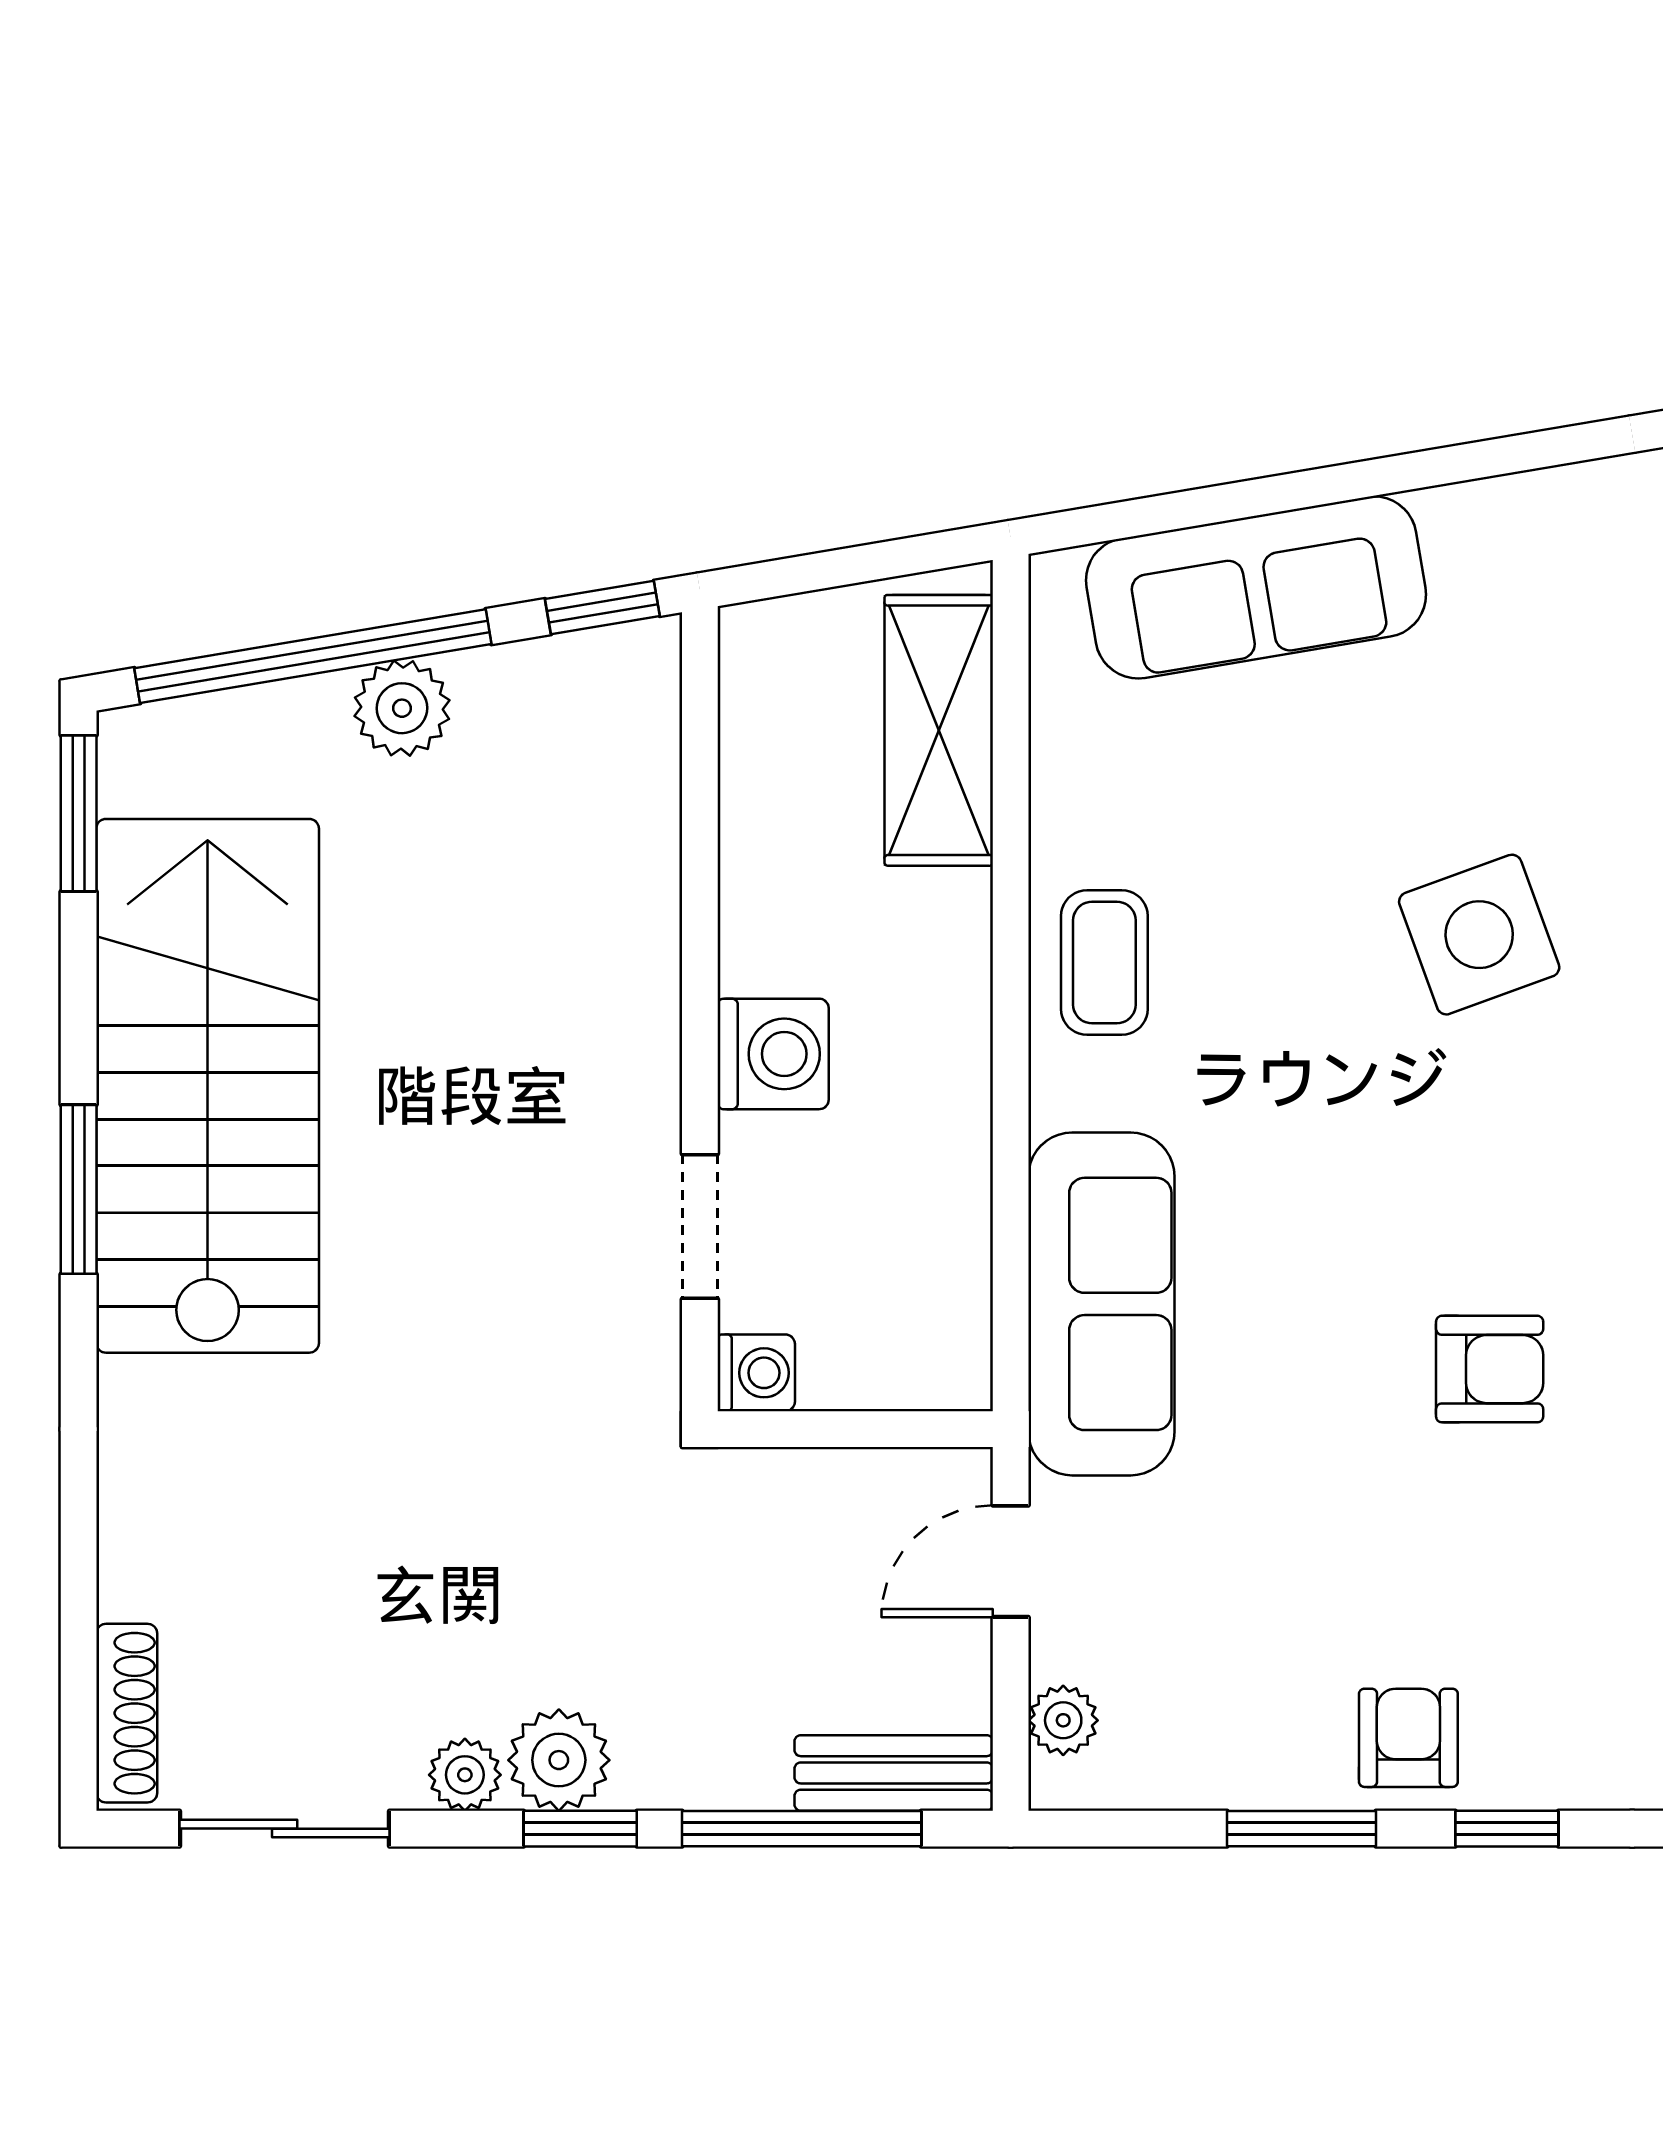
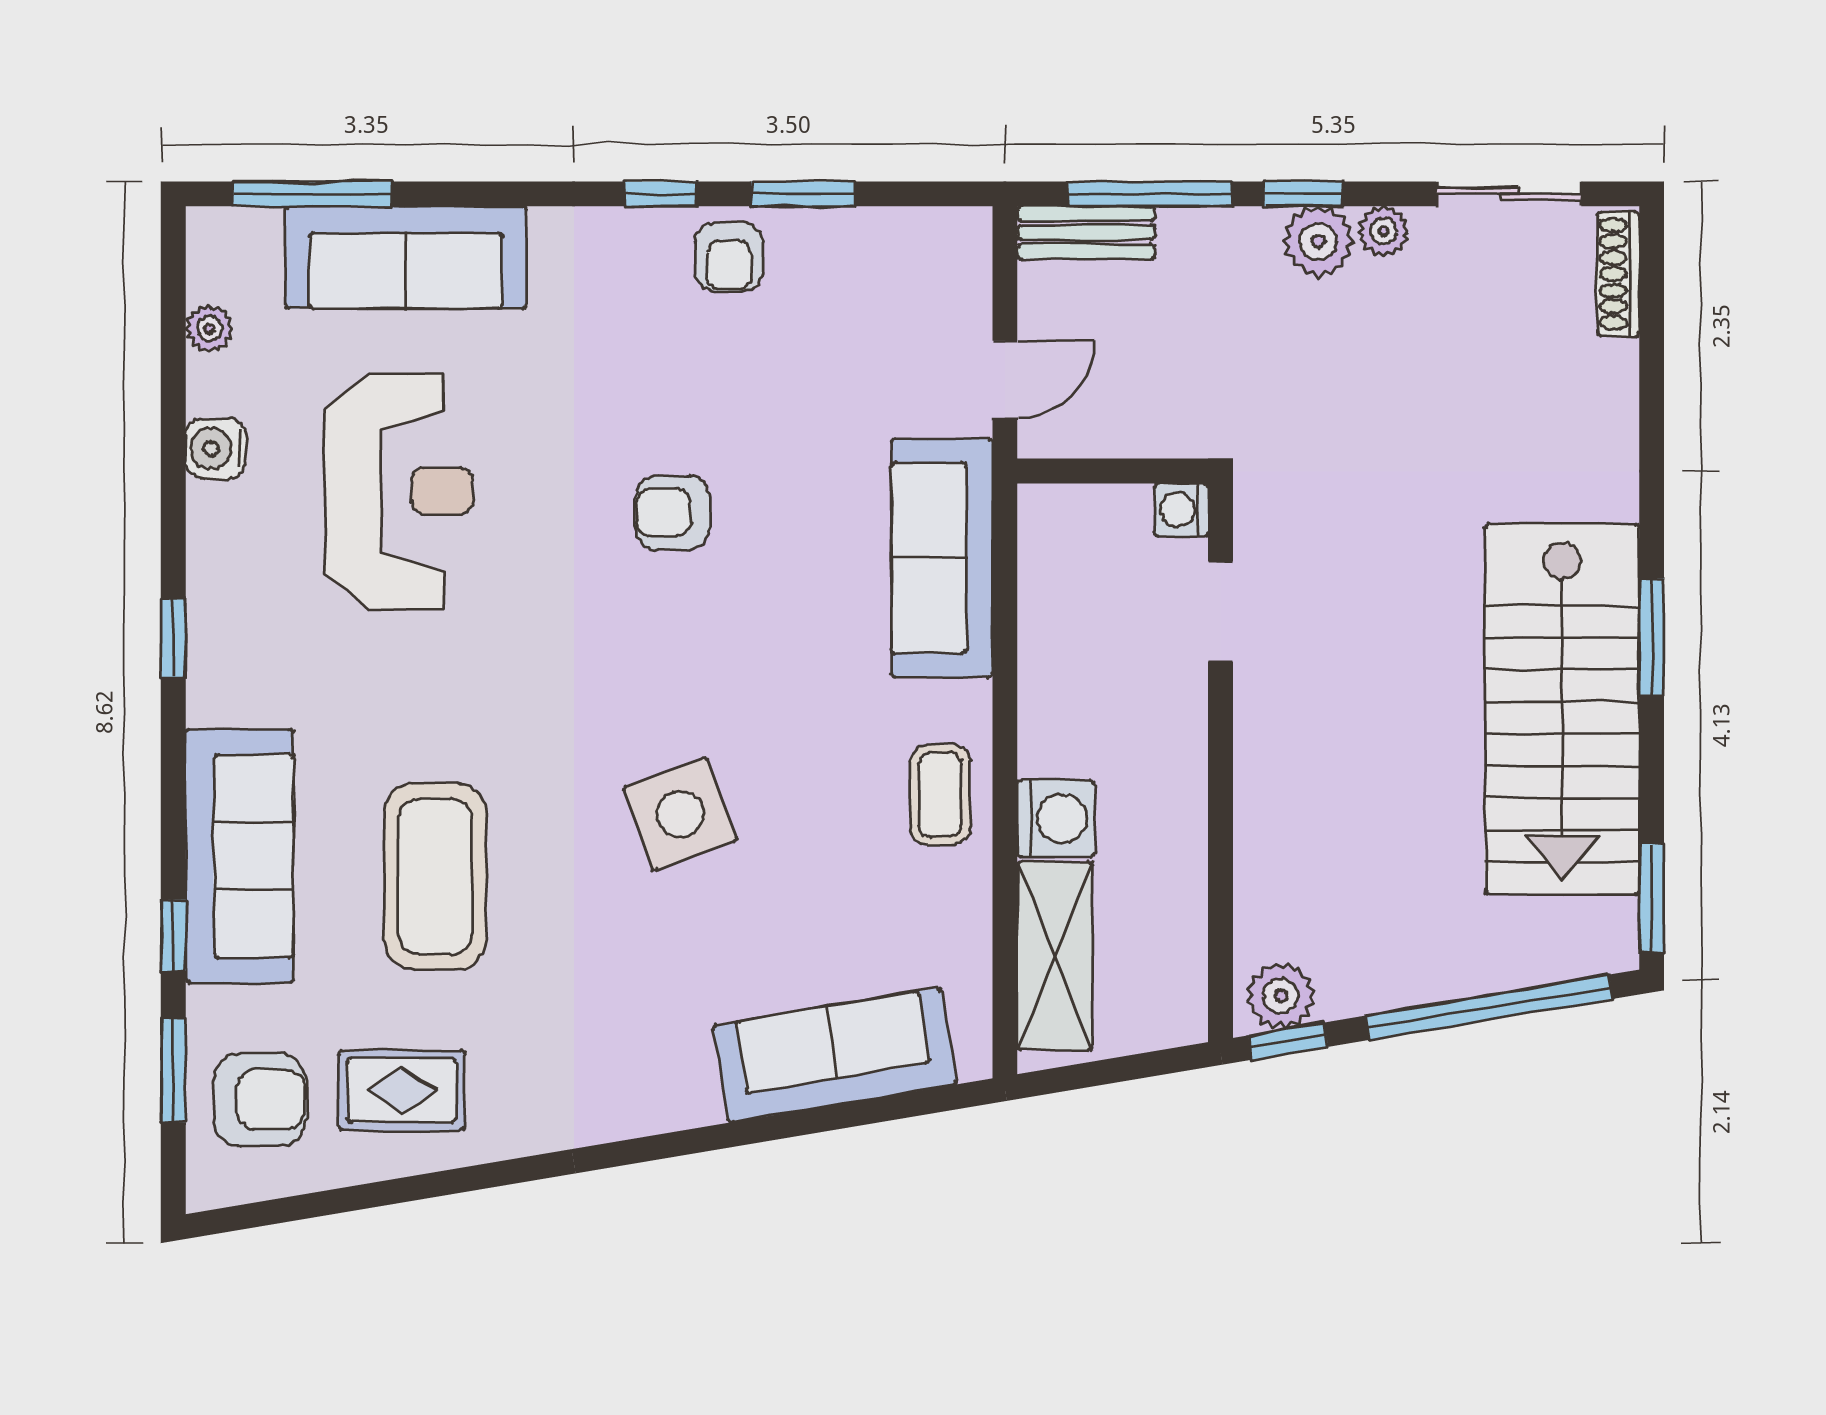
plant: (402, 708) -> (1281, 996), moved
washing machine: (773, 1054) -> (1056, 819), moved, turned 180
plant: (1063, 1720) -> (968, 269), removed

